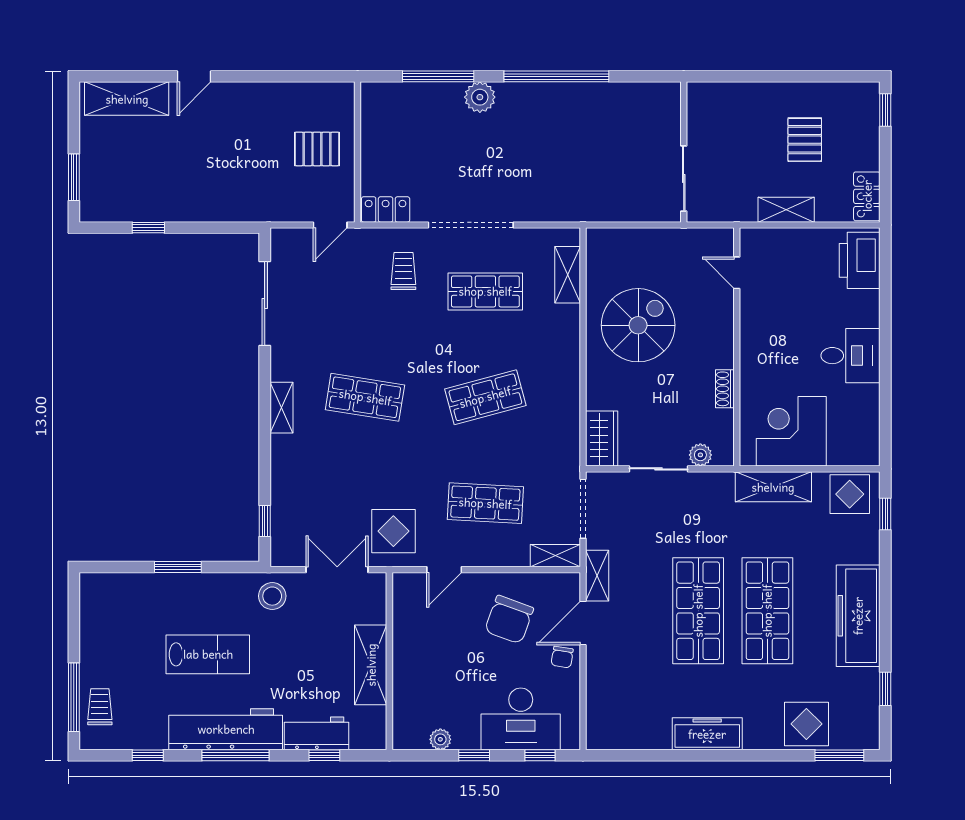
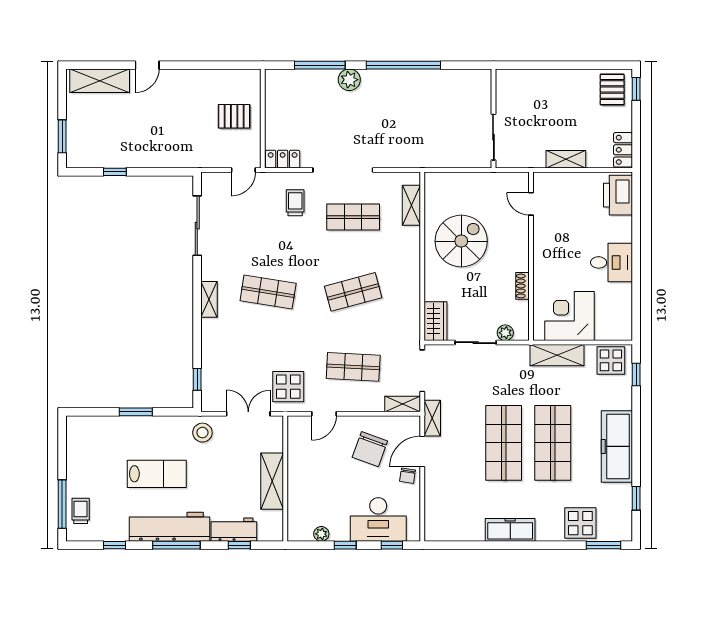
pallet: (805, 140) -> (612, 90), moved

